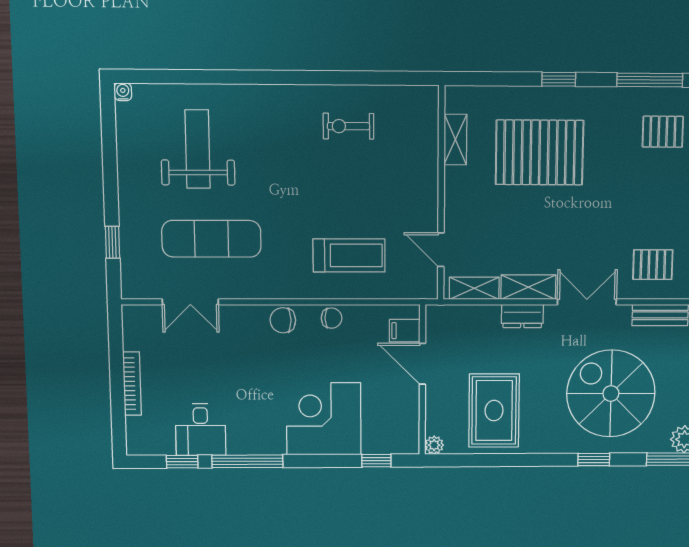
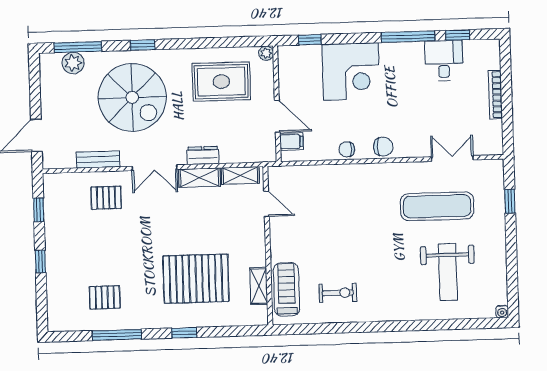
treadmill: (349, 255) -> (286, 289), moved, turned 90
rug: (494, 411) -> (221, 82), turned 90

